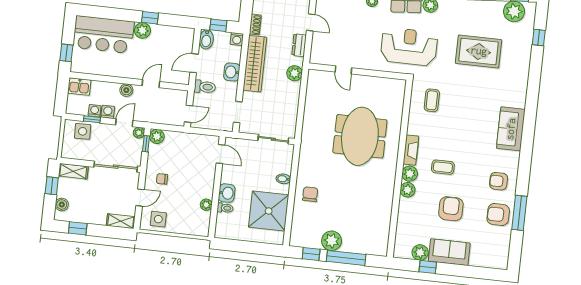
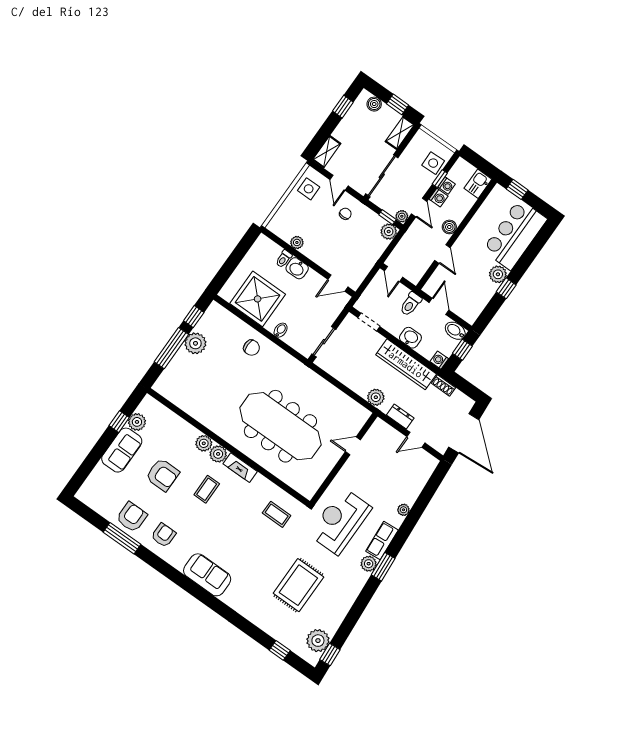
reception desk: (409, 47) -> (340, 521), turned 180
meeting table: (360, 136) -> (280, 426), width x1.36

